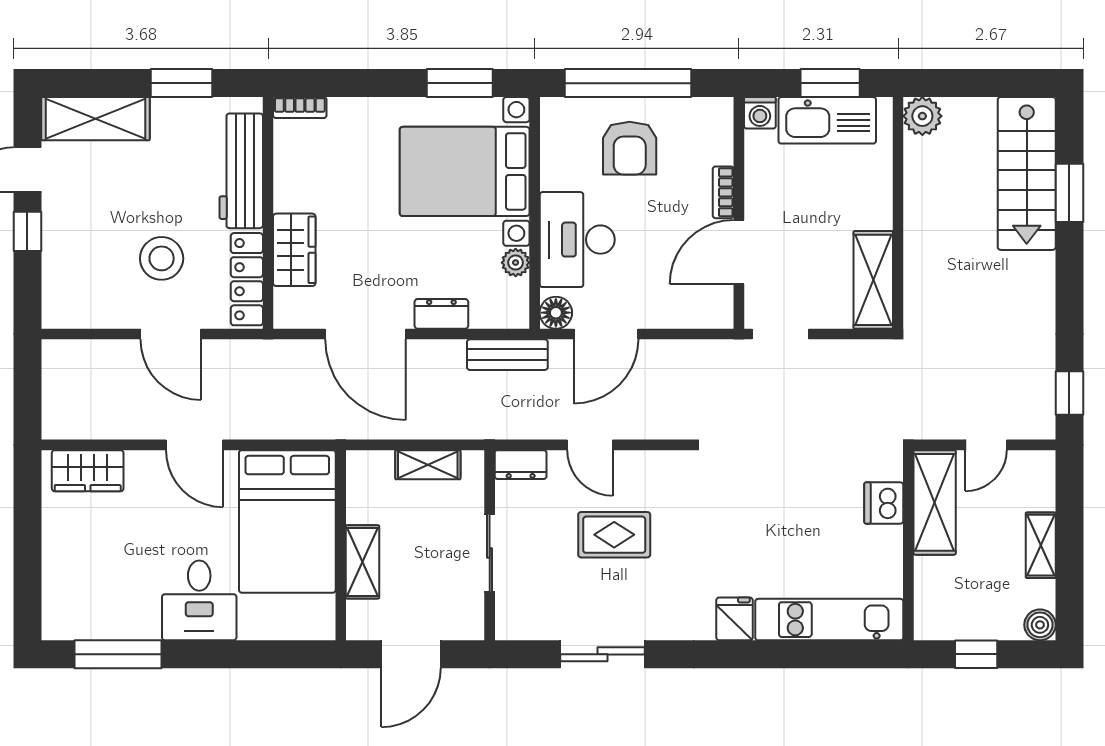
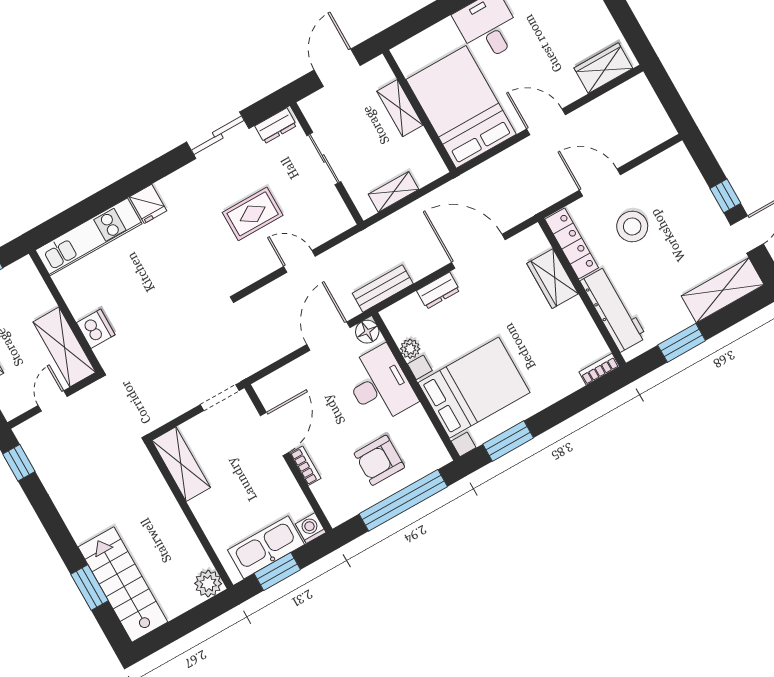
armchair: (630, 148) -> (379, 460), turned -90
dresser: (521, 465) -> (276, 126), moved, turned 180

